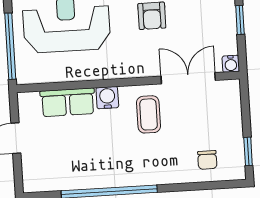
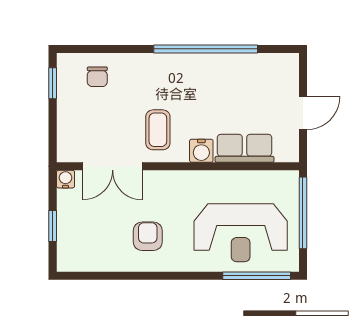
chair: (207, 160) -> (97, 77), turned 180

